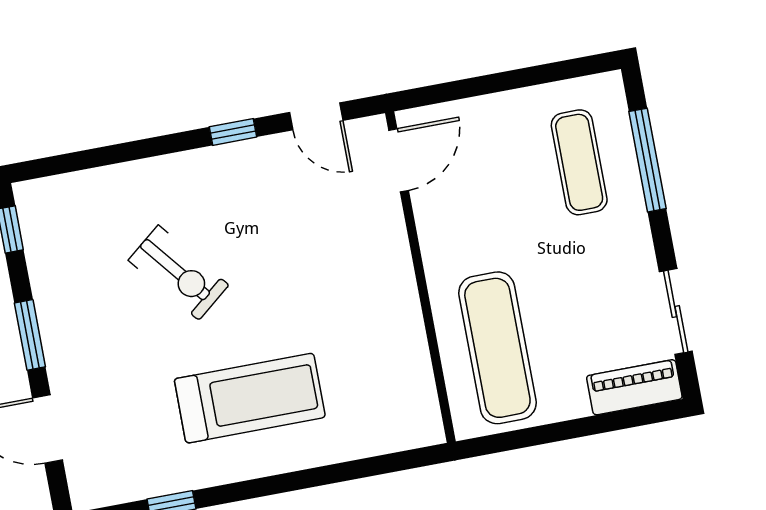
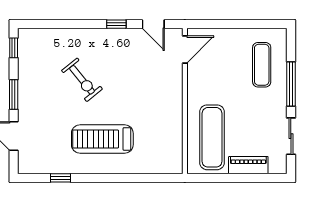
window: (647, 160) -> (291, 84), moved
piano: (634, 387) -> (248, 165), moved
treadmill: (250, 398) -> (102, 139), turned 180

